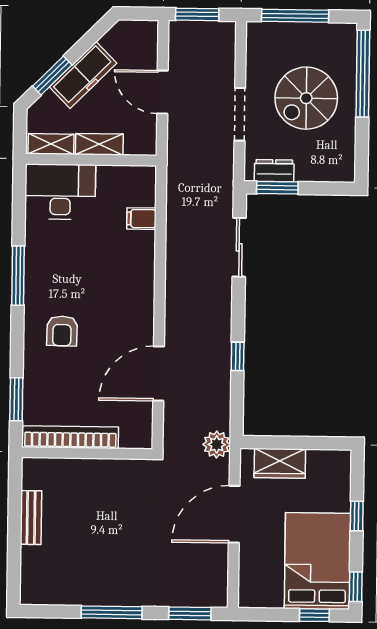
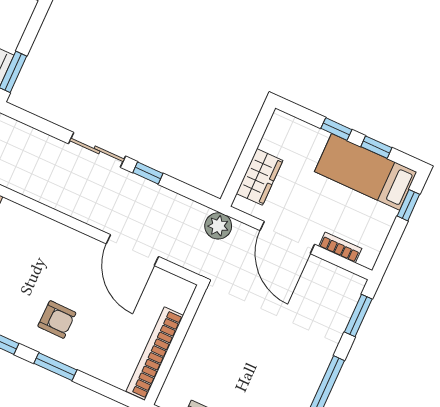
sliding door: (239, 247) -> (97, 150), moved
window: (16, 399) -> (55, 367), moved
bed: (317, 561) -> (366, 172), width x0.67
bookcase: (247, 568) -> (340, 247), added
window: (356, 587) -> (376, 147), moved

